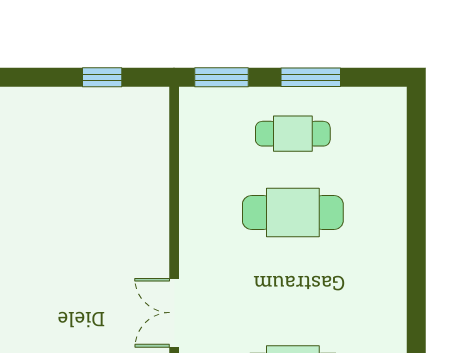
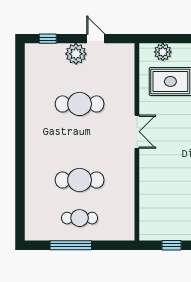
window: (222, 77) -> (114, 245), removed
window: (311, 77) -> (71, 245), width x1.44

